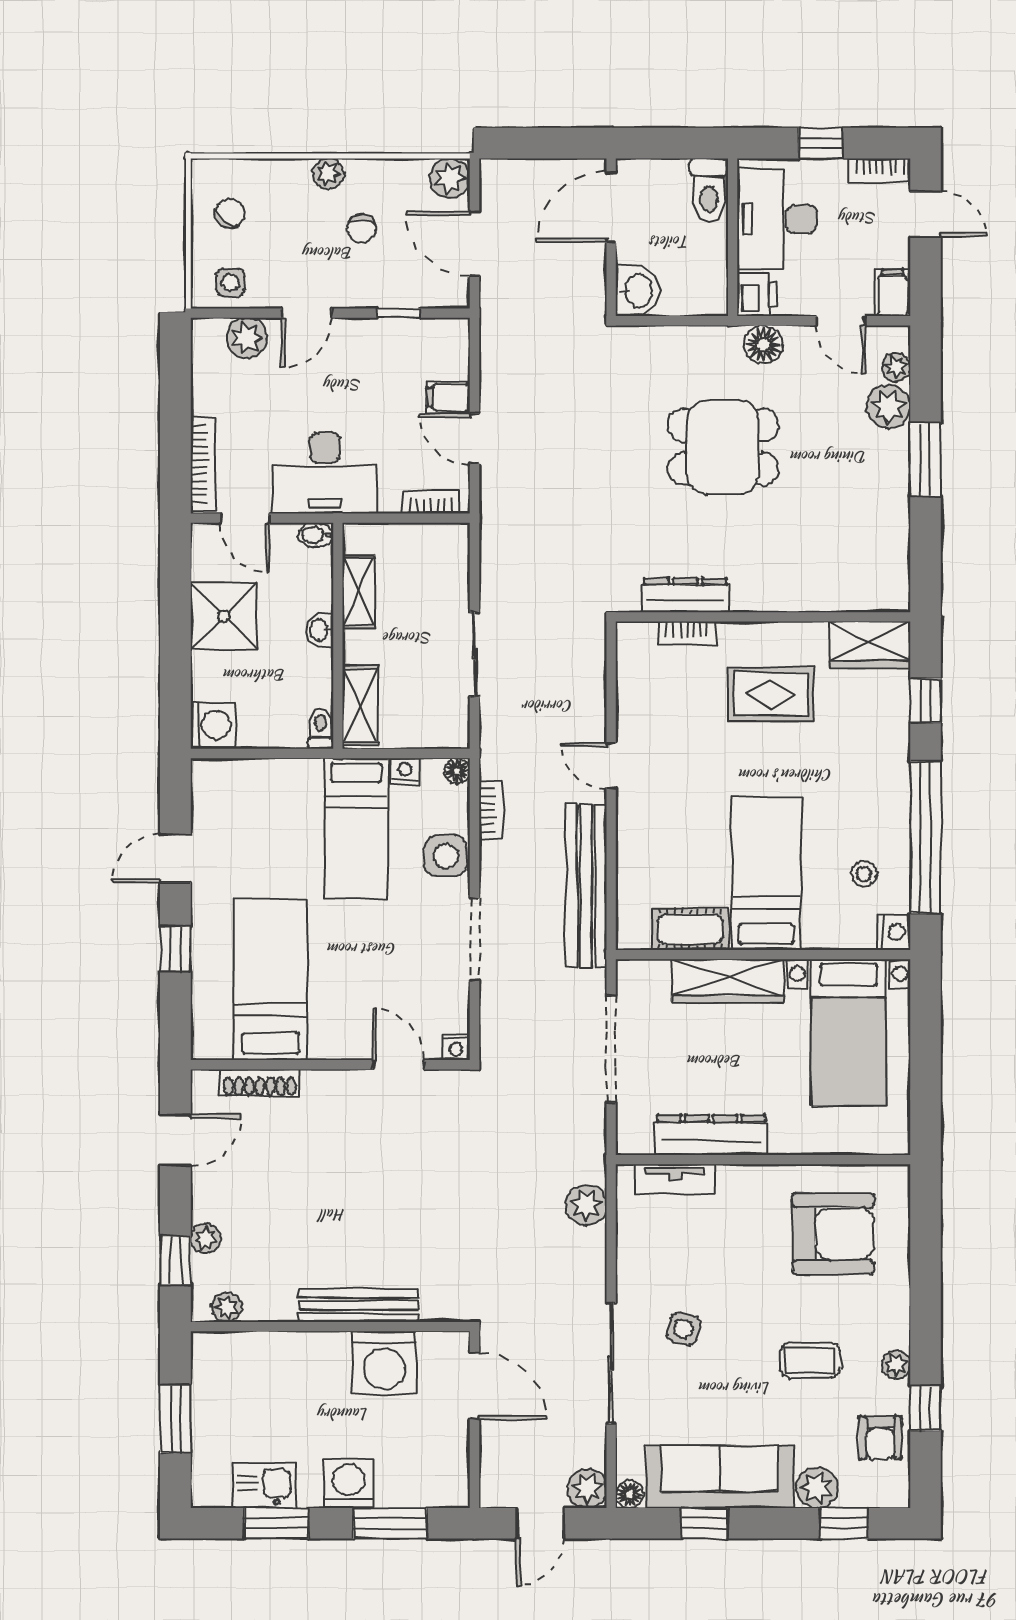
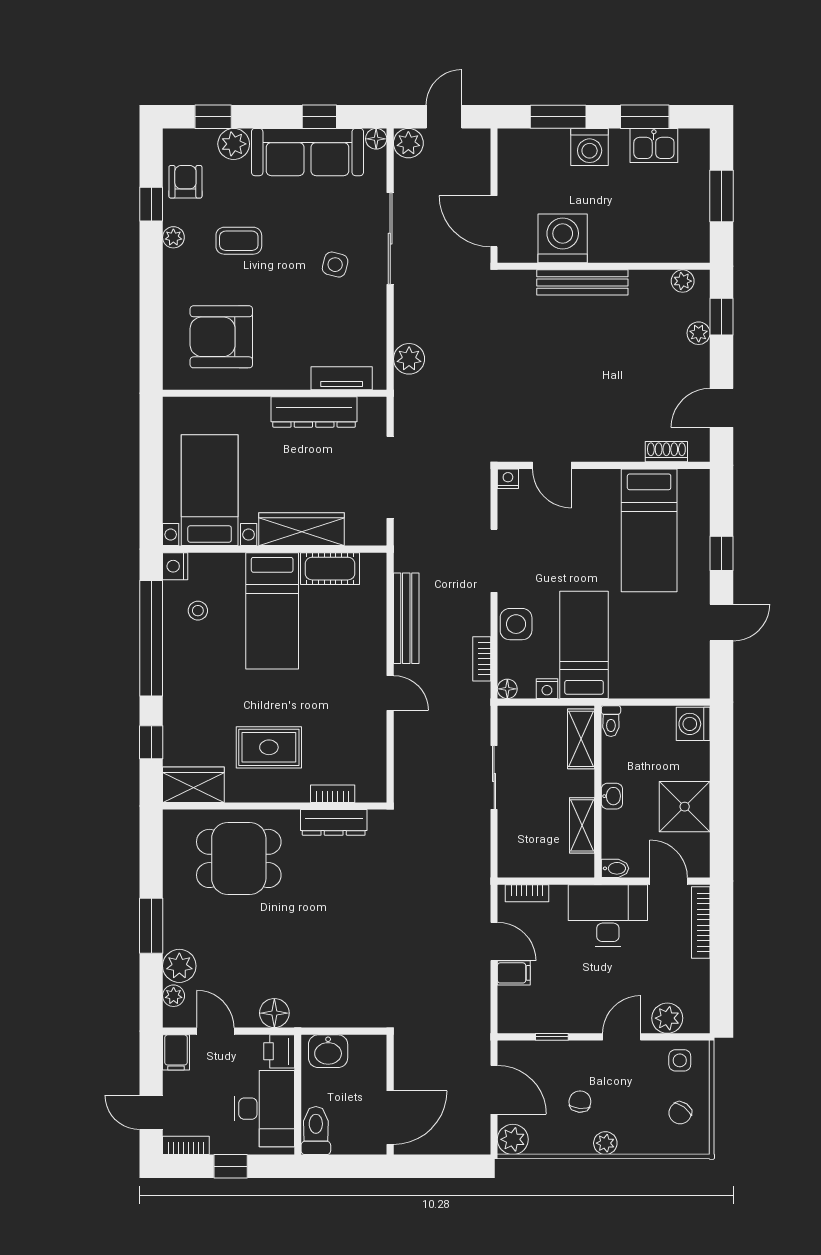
washbasin: (637, 291) -> (328, 1051), moved, turned -90
dining table: (723, 447) -> (239, 858), moved
bench: (586, 886) -> (406, 618), width x0.73, depth x0.82
shoe rack: (260, 1083) -> (666, 452), width x0.70

